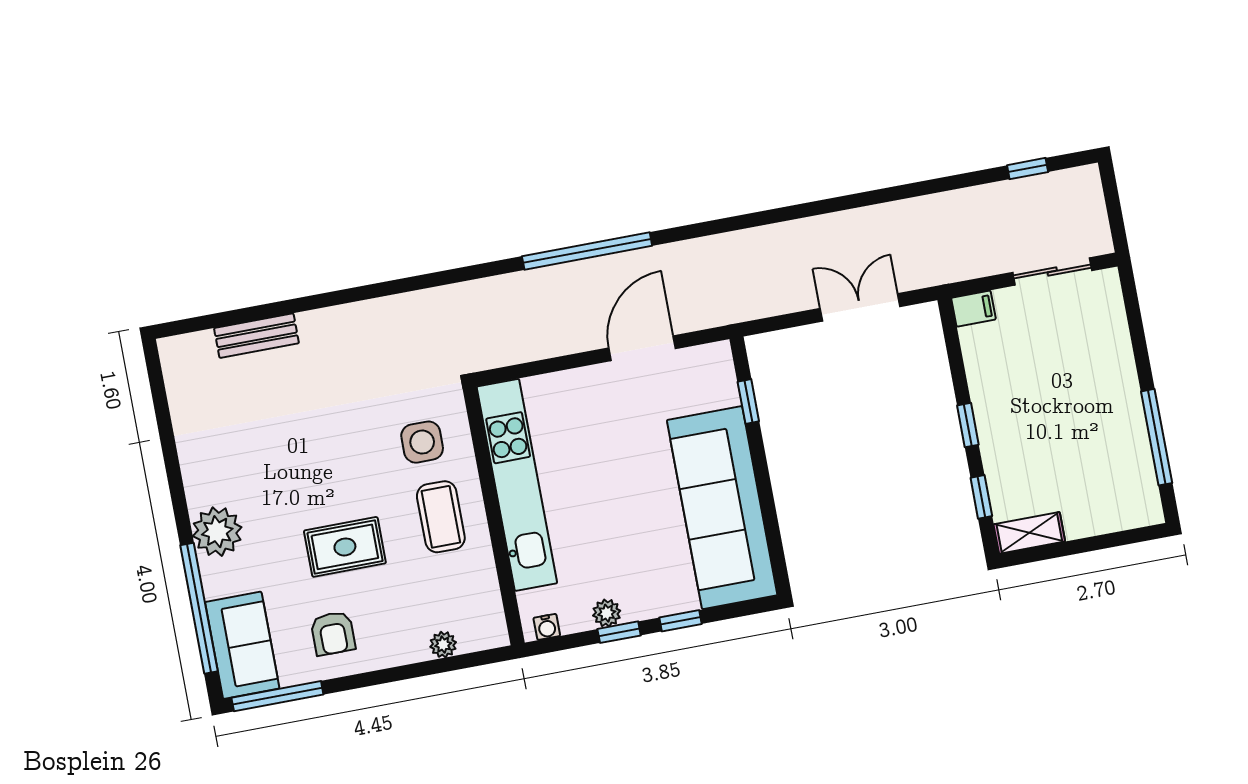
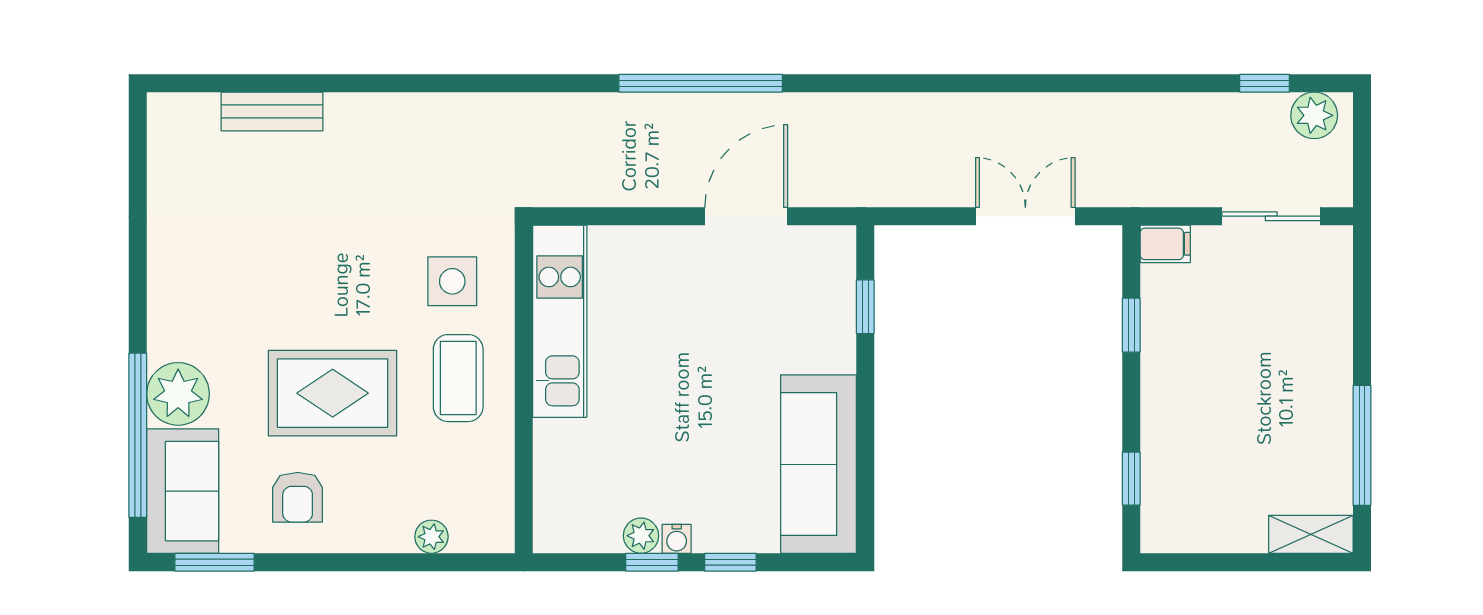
plant: (1071, 186) -> (1314, 115), added
window: (968, 425) -> (1131, 325), moved
kitchen unit: (517, 485) -> (560, 321), width x0.73
sofa: (722, 508) -> (818, 464), width x0.74, depth x0.79
plant: (217, 532) -> (178, 394), moved
shelving: (1029, 533) -> (1311, 534), moved
rug: (345, 547) -> (333, 393), width x1.36, depth x1.43
water cooler: (547, 627) -> (677, 539), moved
window: (277, 696) -> (214, 562), width x0.69

